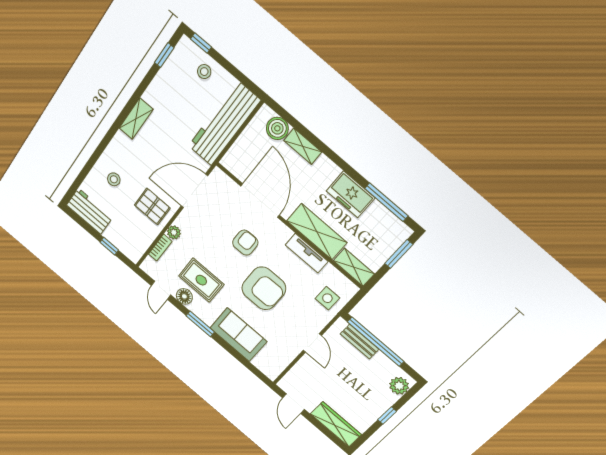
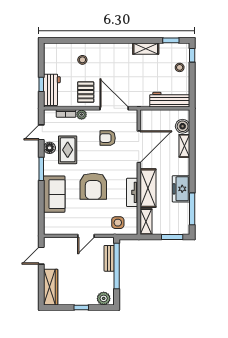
shelving: (136, 119) -> (146, 49), moved
workbench: (224, 123) -> (170, 100), width x0.73, depth x0.76
workbench: (89, 211) -> (52, 90), moved
armchair: (245, 243) -> (108, 138), moved, turned 180

